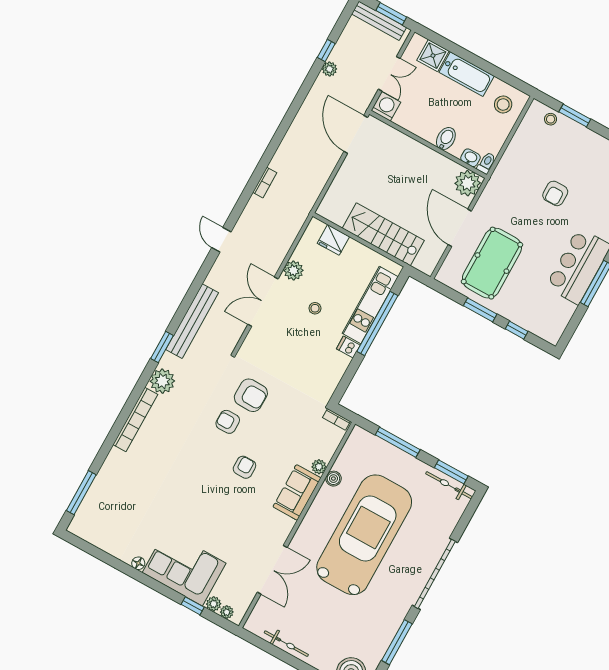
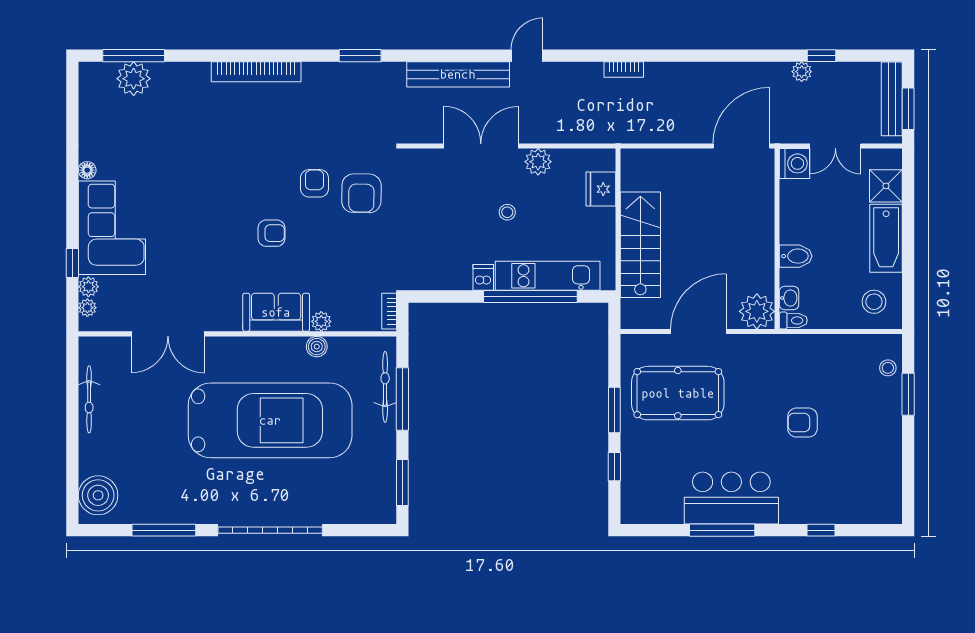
bench: (192, 321) -> (458, 74), moved
plant: (162, 381) -> (134, 79), moved
bicycle: (449, 485) -> (385, 387), moved

